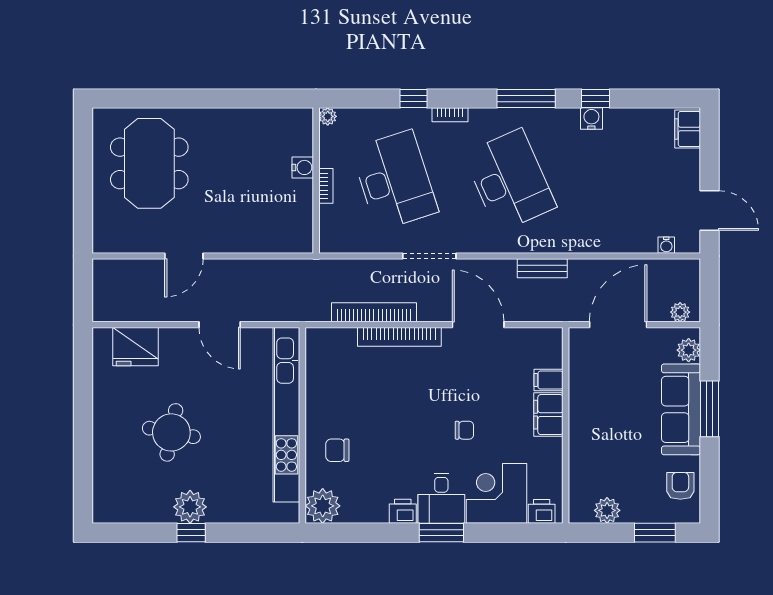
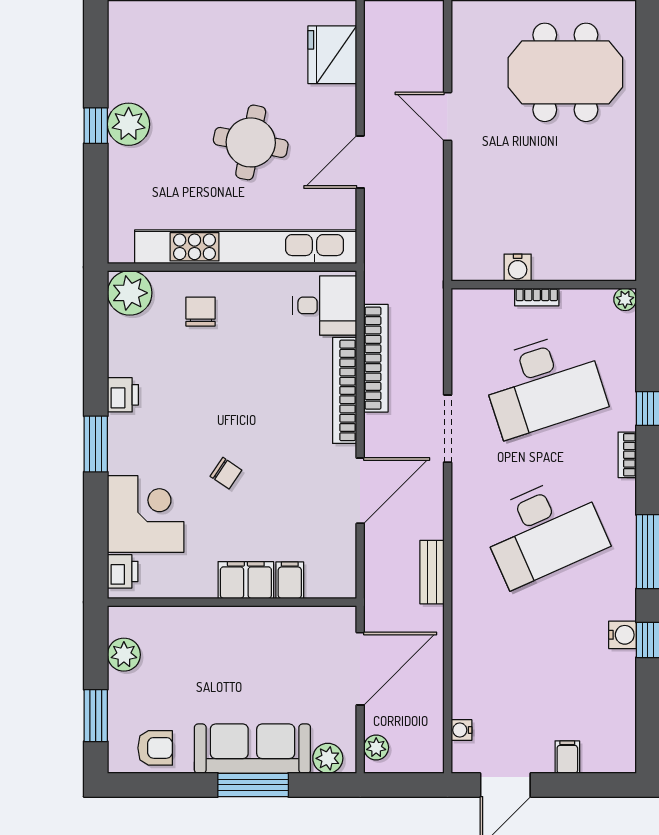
filing cabinet: (688, 129) -> (567, 757), moved, width x0.50
water cooler: (303, 167) -> (518, 268), moved
door: (618, 325) -> (360, 669), hinge flipped
chair: (464, 430) -> (226, 473), turned -56
round table: (171, 432) -> (251, 142), moved
desk: (441, 498) -> (325, 305), moved, turned 180

